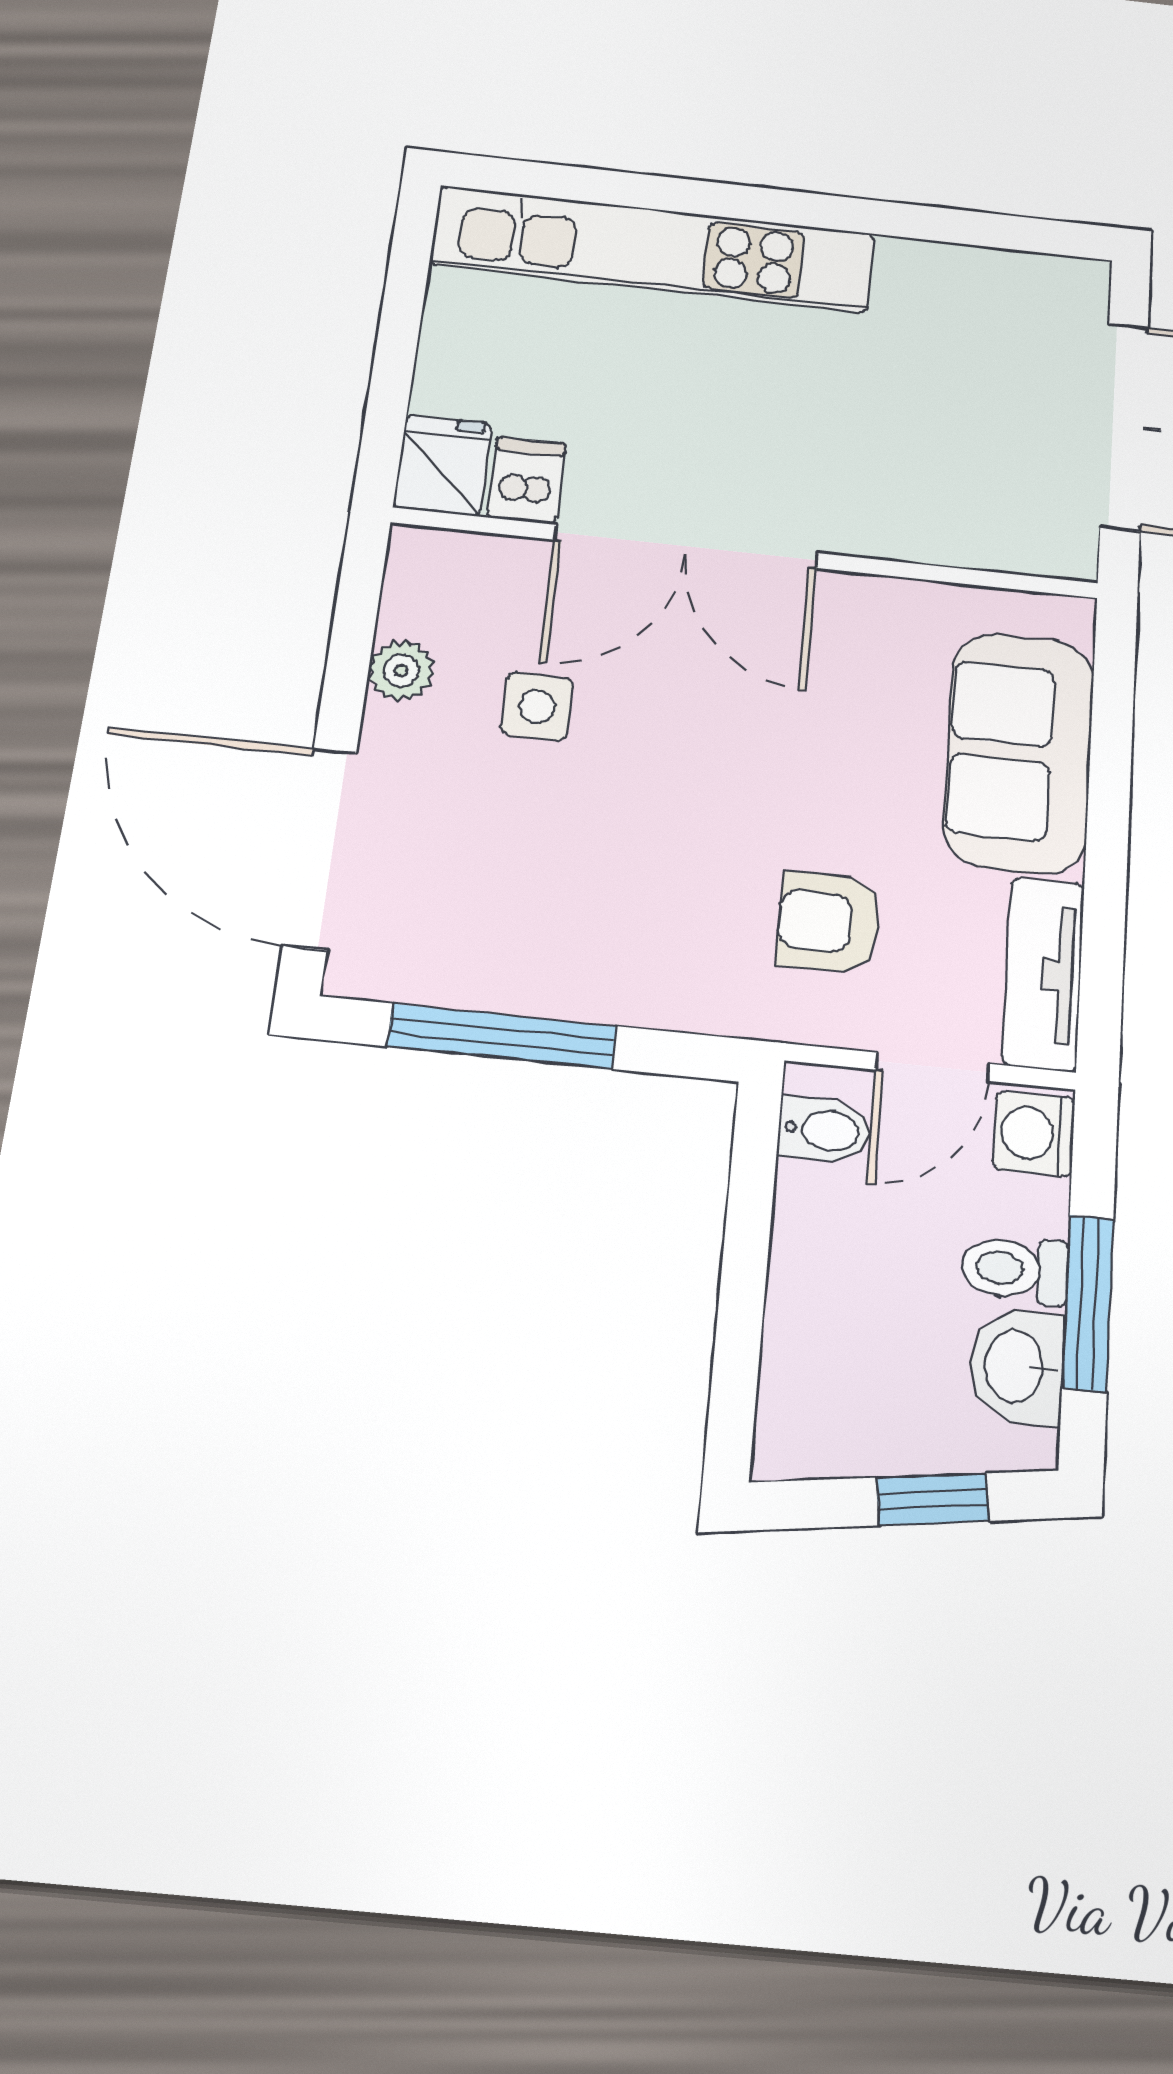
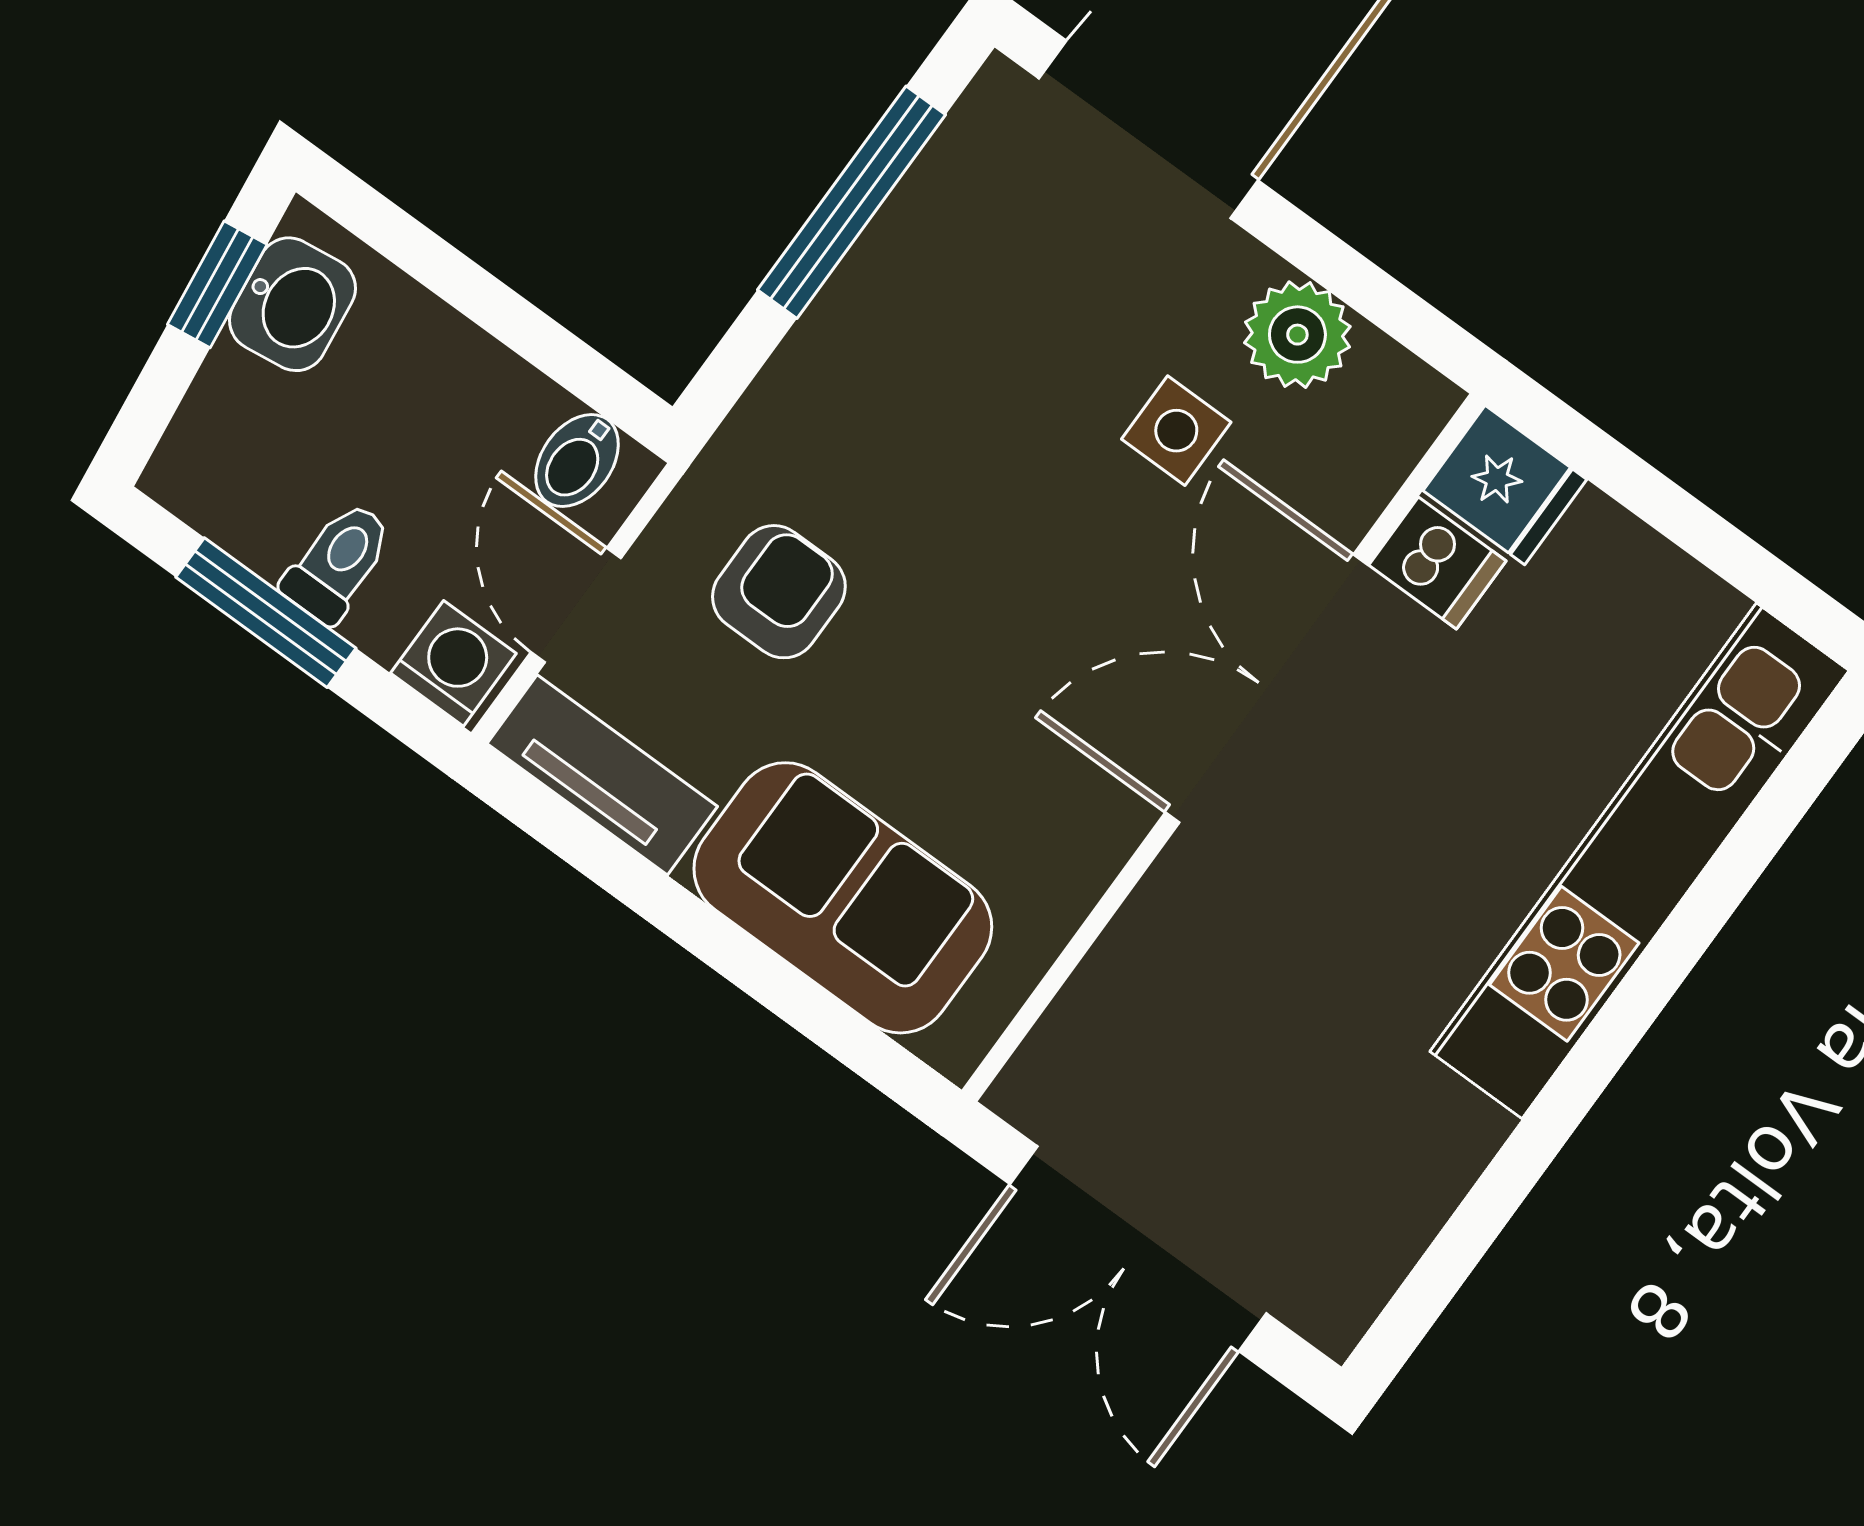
plant: (402, 671) -> (1297, 335), width x1.38, depth x1.38
washbasin: (1017, 1366) -> (293, 304), moved, turned 83
window: (933, 1499) -> (217, 284), moved

